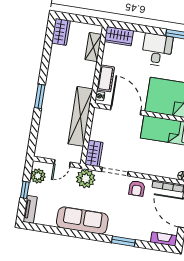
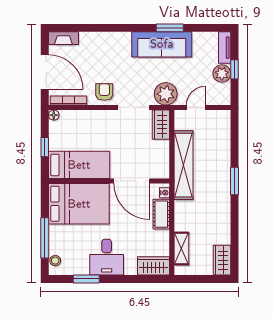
plant: (38, 176) -> (222, 74), moved
window: (123, 241) -> (170, 28), moved

